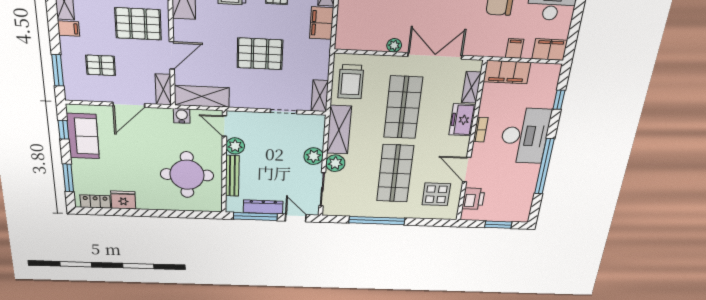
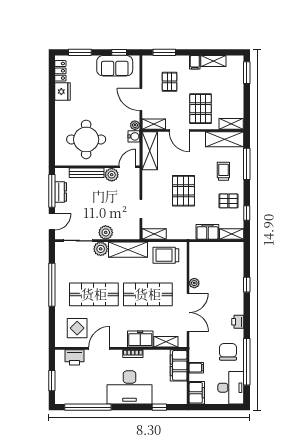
plant: (166, 114) -> (135, 125), added
window: (544, 166) -> (88, 407), moved
dresser: (263, 207) -> (61, 192), width x0.70

